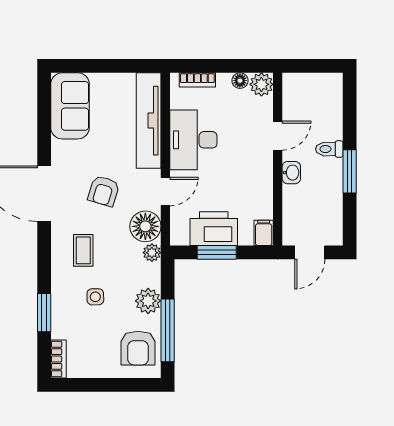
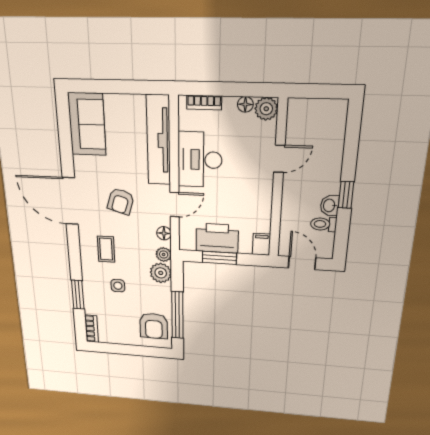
toilet: (329, 149) -> (324, 224), moved
window: (350, 171) -> (346, 195), width x0.67
washbasin: (291, 173) -> (330, 205), moved, turned 180
floor lamp: (145, 226) -> (164, 233), width x0.53, depth x0.53
door: (310, 252) -> (302, 263), swing flipped
plant: (148, 301) -> (161, 273), moved

